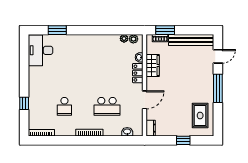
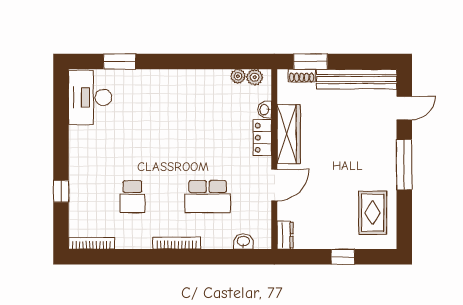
wardrobe: (153, 65) -> (289, 134), width x1.50

